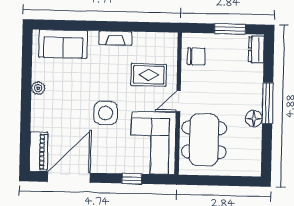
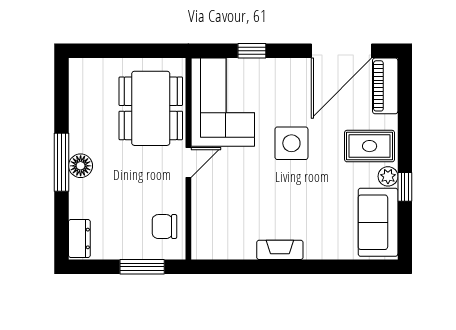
window: (230, 29) -> (142, 267), moved
sofa: (63, 44) -> (378, 222), moved, turned -90
rug: (149, 75) -> (370, 146), moved
window: (26, 80) -> (405, 187), added
floor lamp: (254, 118) -> (81, 166), moved

